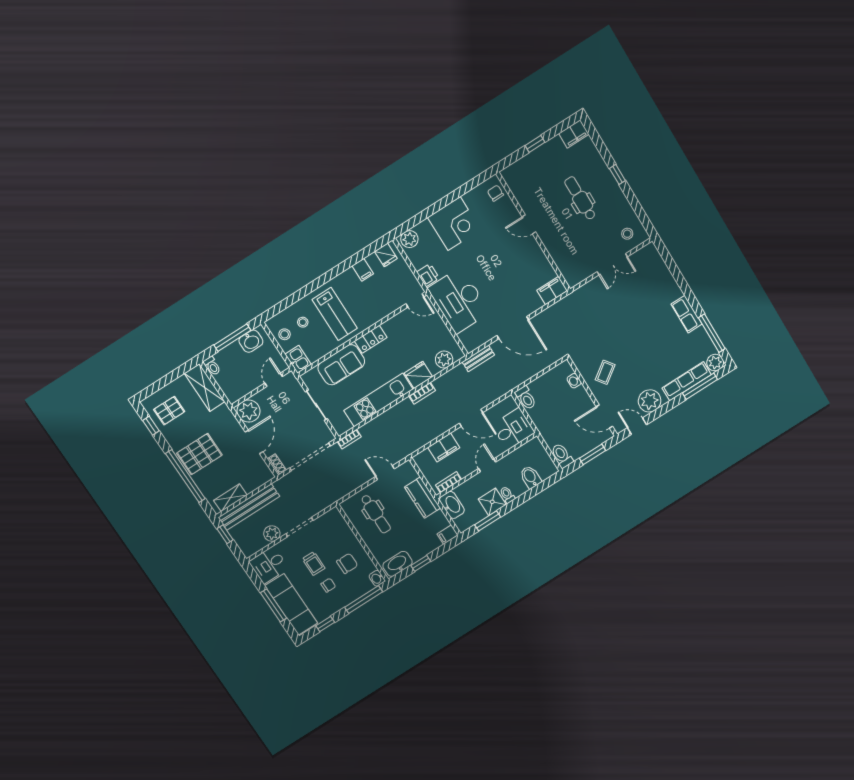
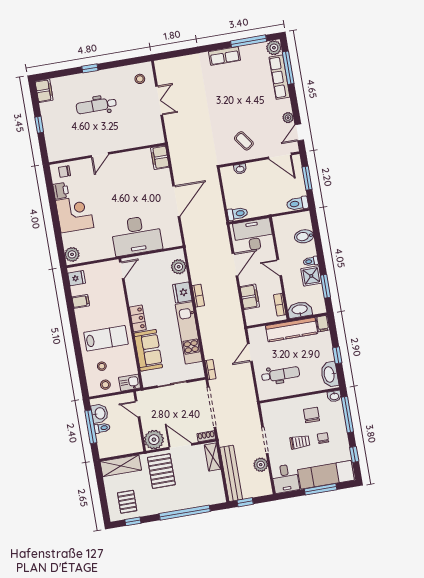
printer: (428, 275) -> (61, 191), moved, turned 90
bench: (478, 358) -> (189, 239), removed
toilet: (212, 366) -> (102, 428), moved
plant: (650, 401) -> (288, 118), width x0.53, depth x0.53
door: (604, 417) -> (280, 156), hinge flipped
desk: (513, 429) -> (253, 235), width x1.37
pallet: (199, 454) -> (161, 471), moved
shelving: (230, 498) -> (213, 457), moved
kitchen counter: (422, 498) -> (292, 330), width x1.50

